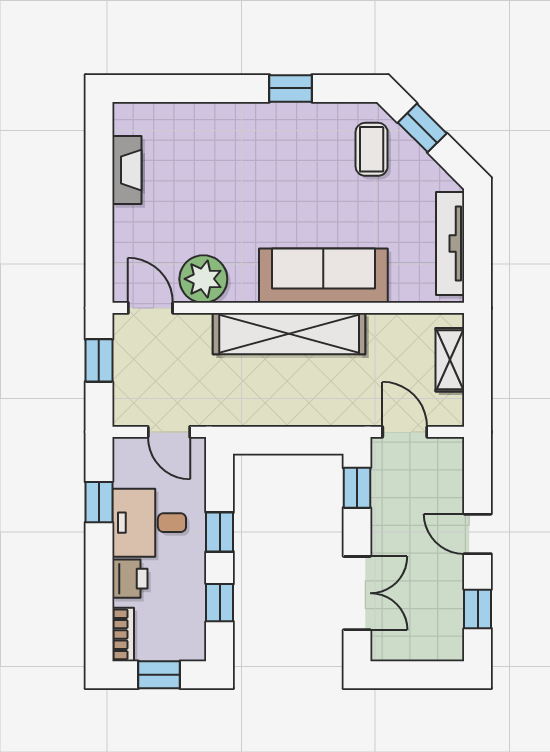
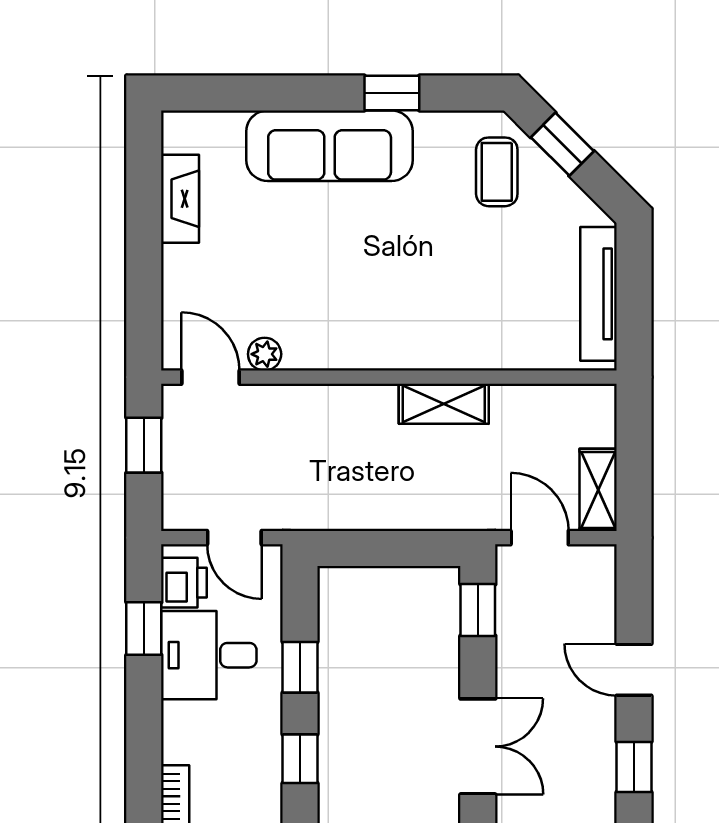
sofa: (323, 276) -> (330, 146), moved, turned 180
plant: (203, 279) -> (265, 354), width x0.53, depth x0.53
shelving: (289, 334) -> (444, 404), width x0.45, depth x0.75
shelving: (450, 360) -> (598, 490), moved
printer: (130, 579) -> (184, 583), moved

